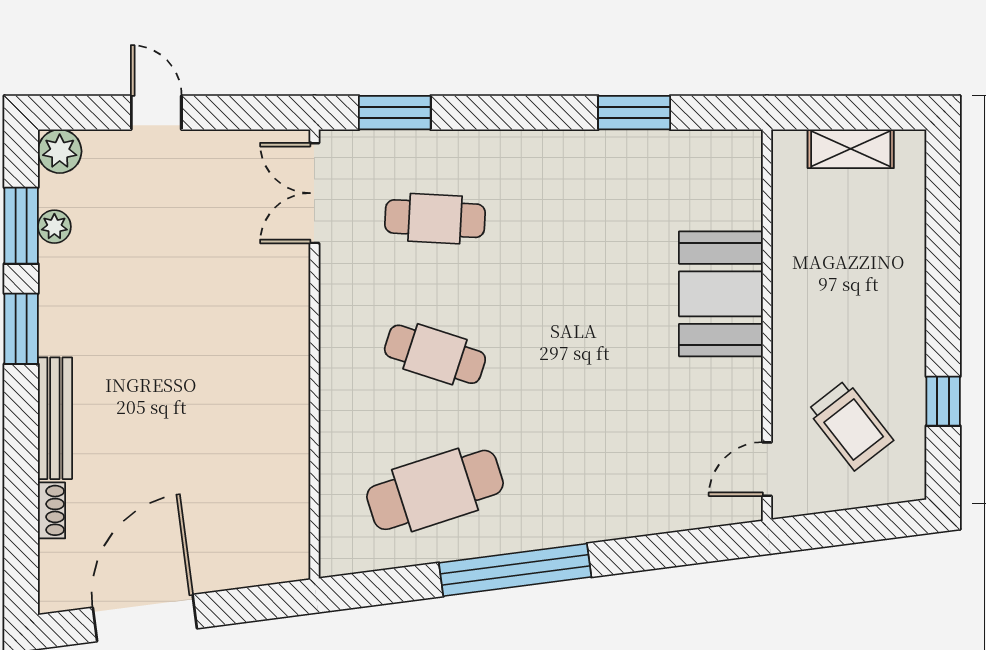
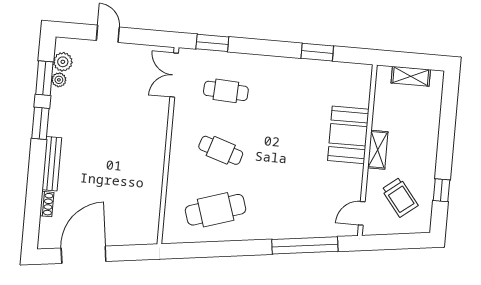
plant: (60, 151) -> (63, 62), moved
shelving: (791, 322) -> (378, 150), added
window: (515, 570) -> (305, 245), moved

